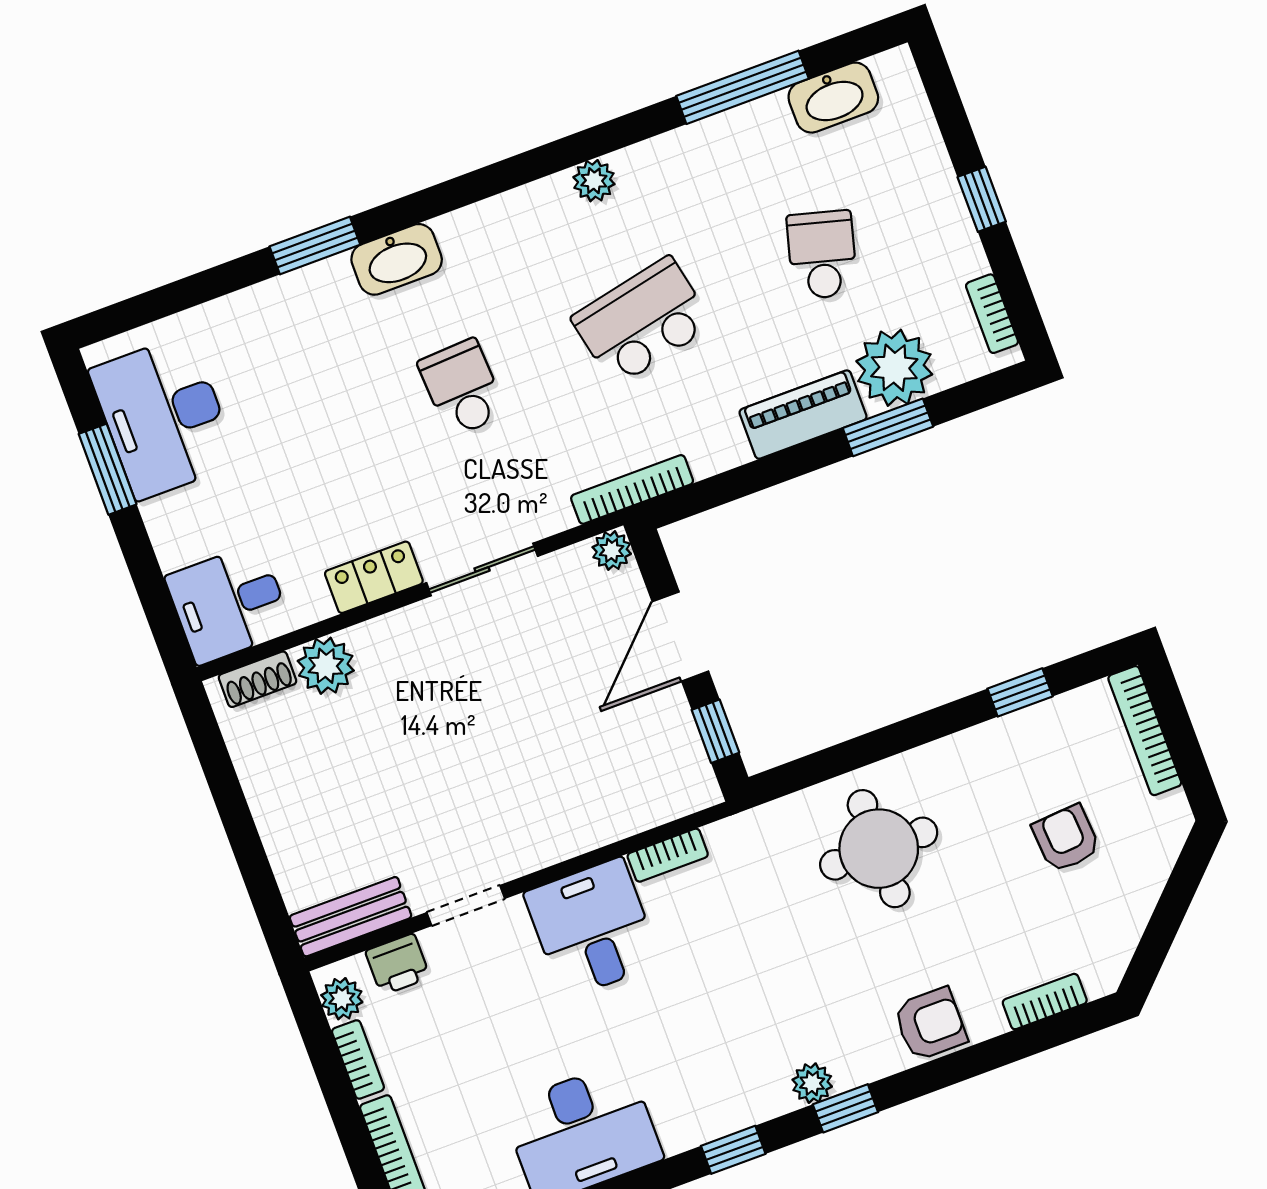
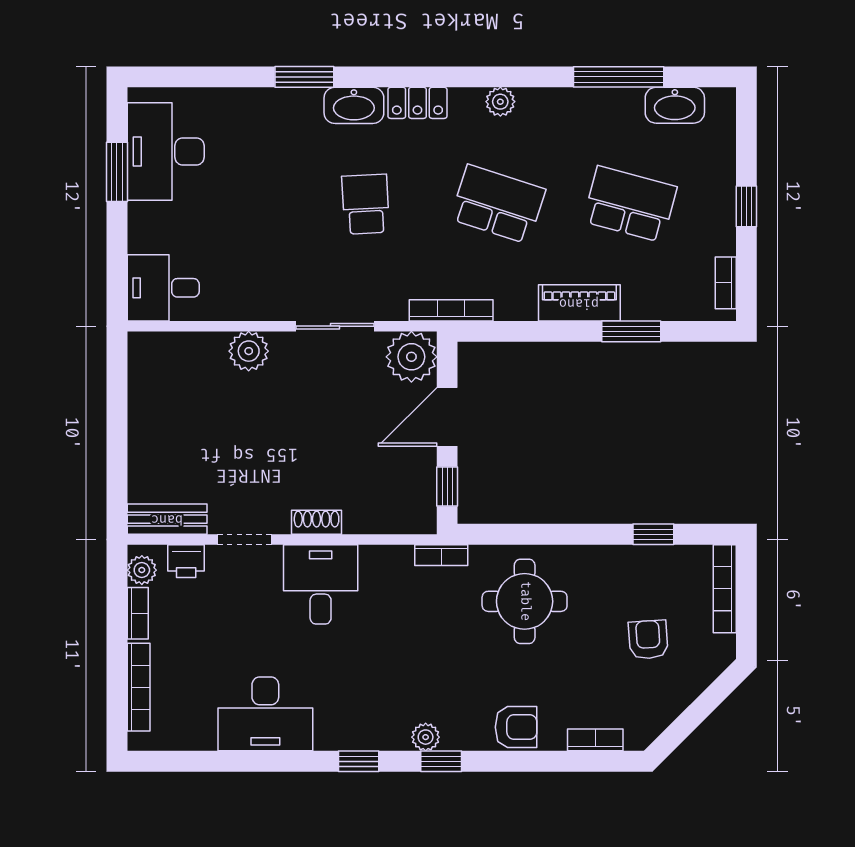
school desk: (822, 255) -> (630, 204), width x1.85
school desk: (642, 321) -> (498, 204), turned 30
plant: (894, 368) -> (650, 294), removed
plant: (612, 551) -> (411, 357), width x1.87, depth x1.87
locker: (374, 577) -> (417, 103), moved, turned 180
plant: (326, 666) -> (249, 351), moved
shoe rack: (258, 679) -> (317, 522), moved, turned 180
bookcase: (668, 855) -> (441, 555), moved

